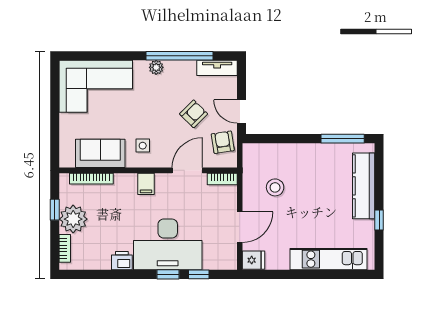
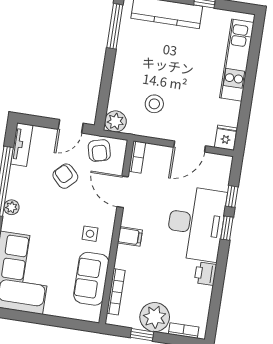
armchair: (223, 142) -> (99, 151), turned -96
plant: (253, 153) -> (115, 121), added
door: (240, 227) -> (190, 146), swing flipped

